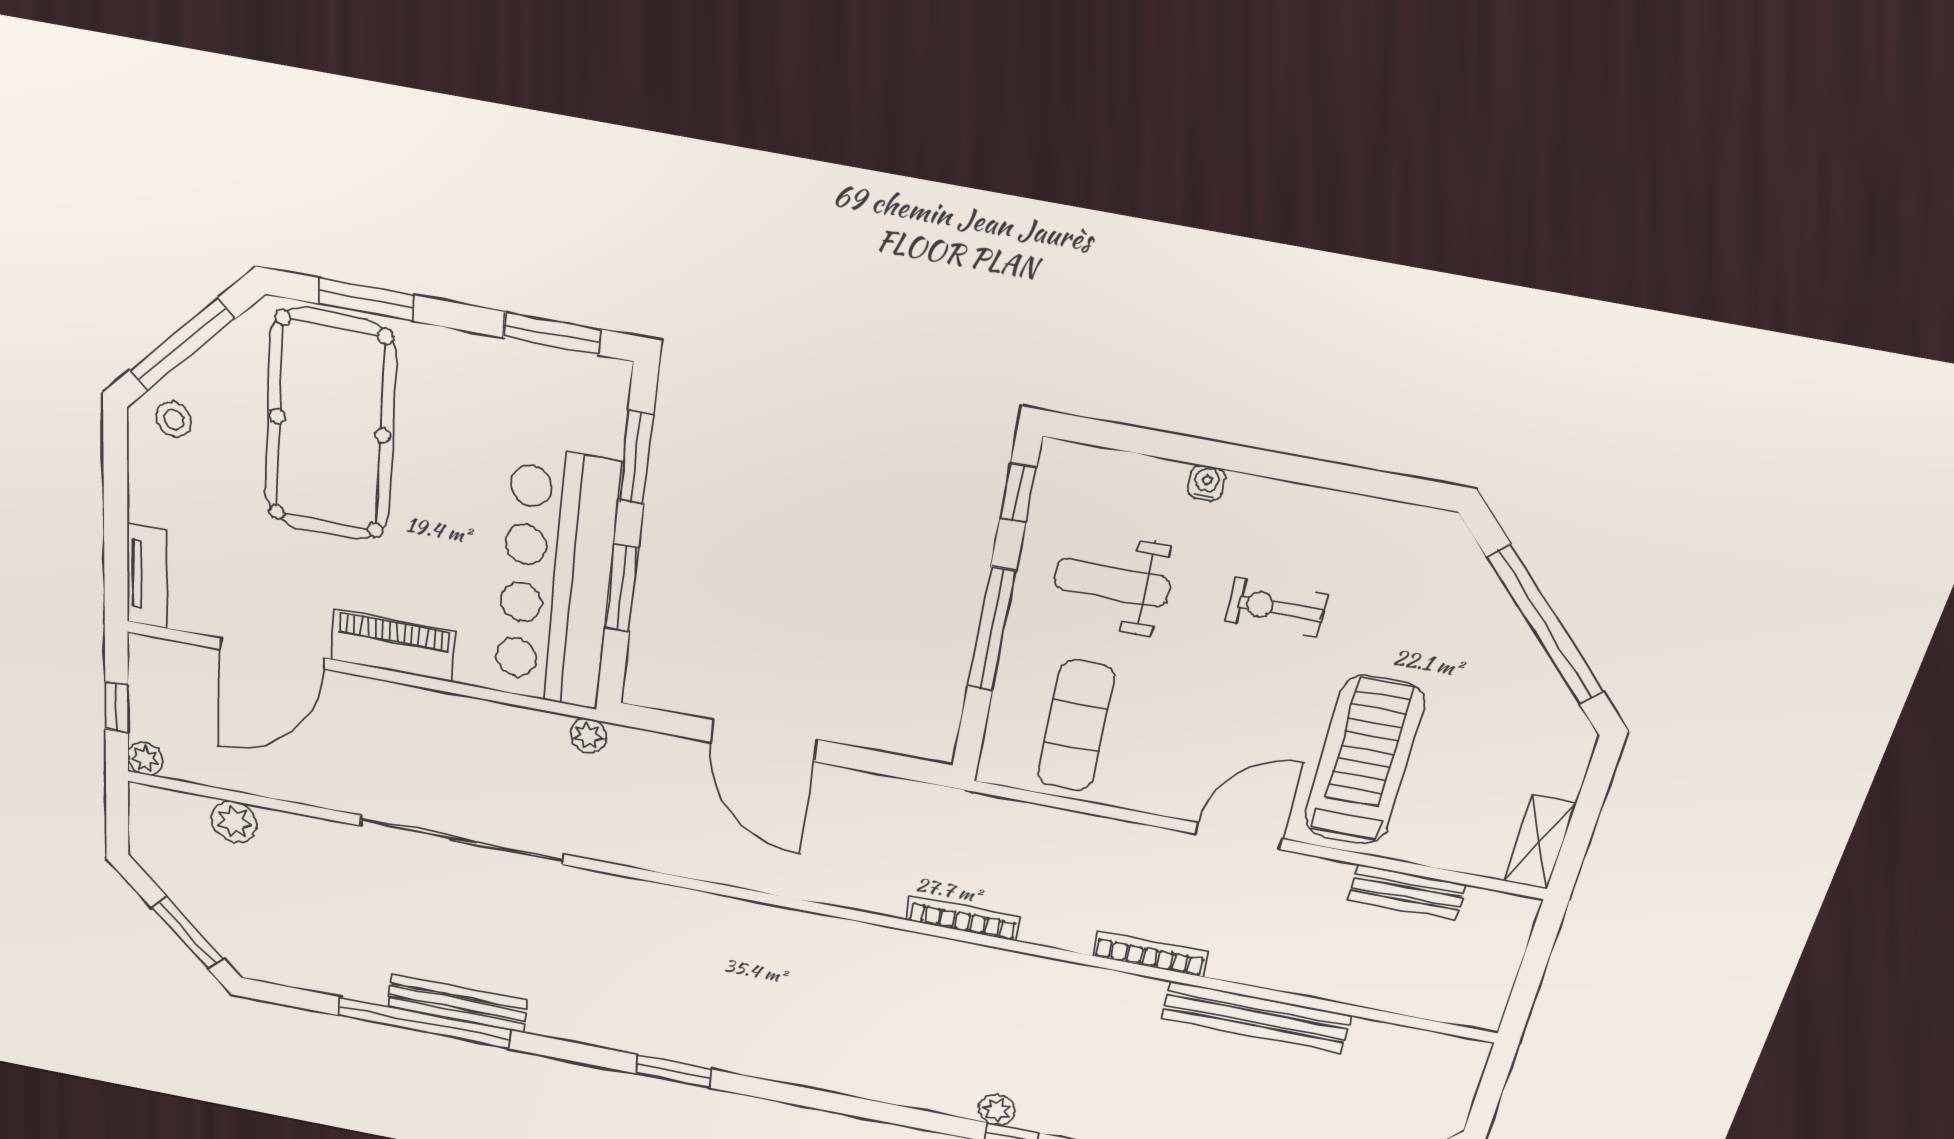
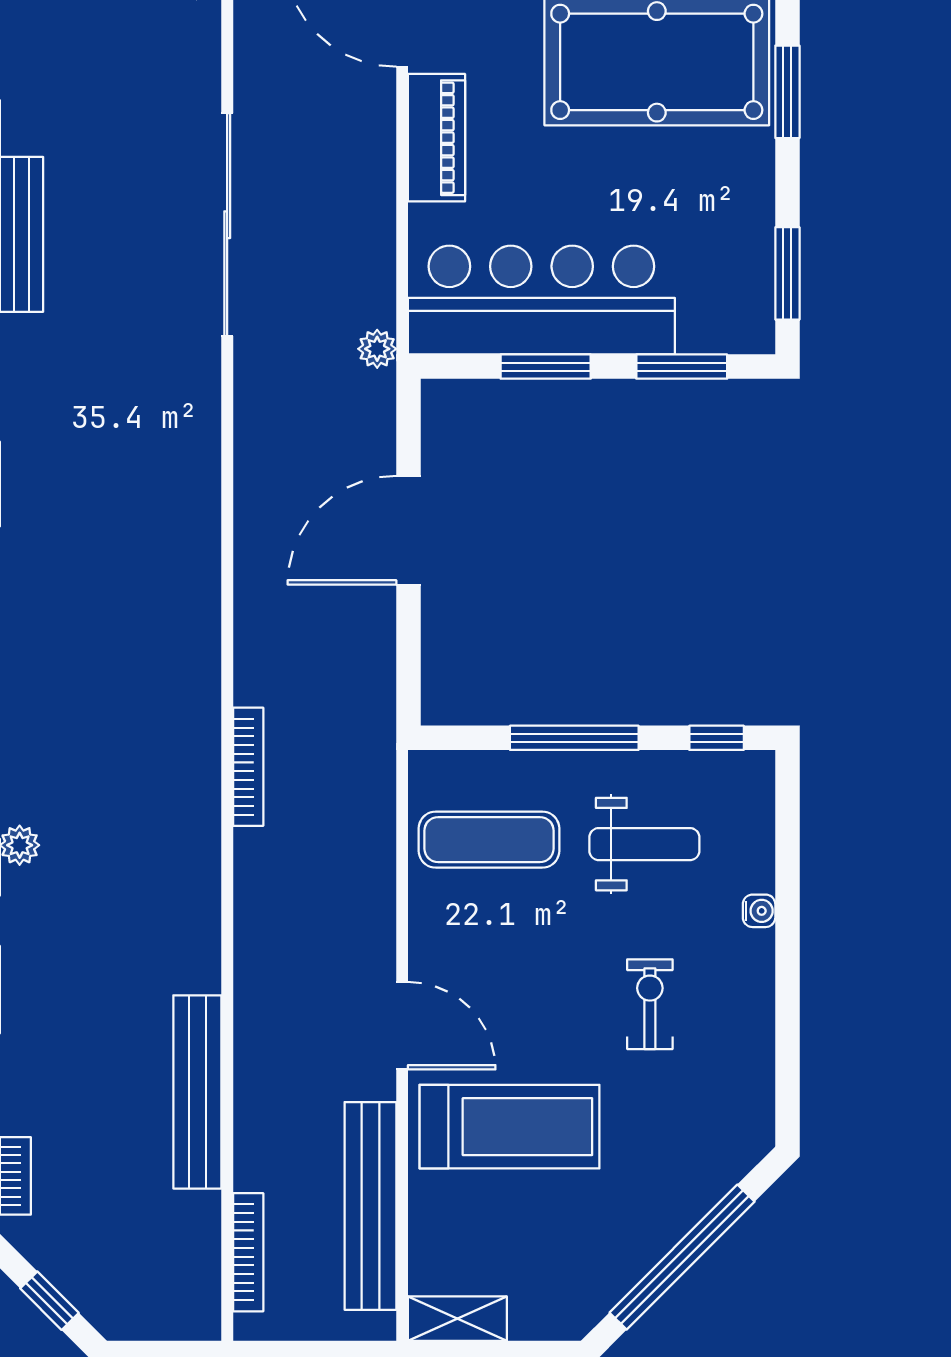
weight bench: (1112, 583) -> (644, 844), turned 90
bench: (1407, 892) -> (370, 1206), width x1.86, depth x1.21
bookcase: (1150, 954) -> (248, 1252), moved

